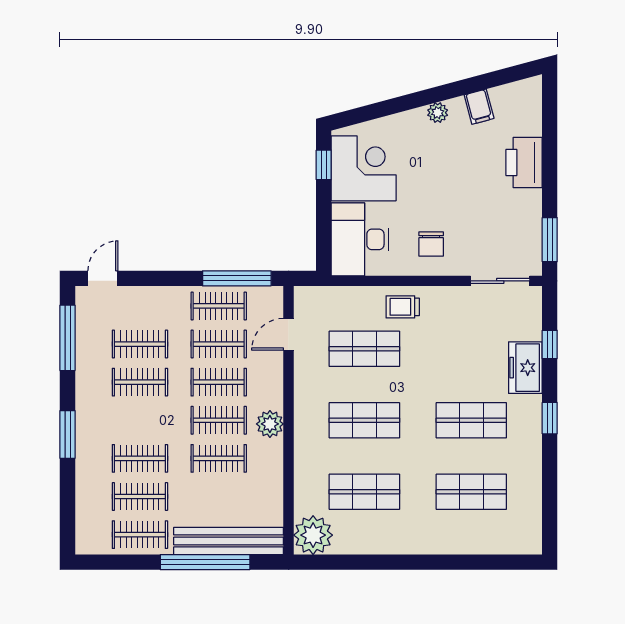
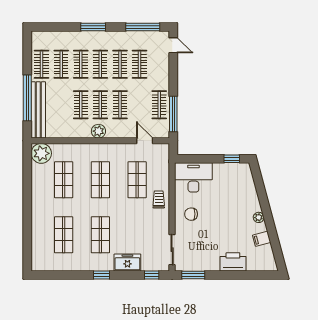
corner desk: (364, 168) -> (230, 179), removed
clothes rail: (219, 344) -> (100, 64), moved
window: (550, 344) -> (152, 275), moved

